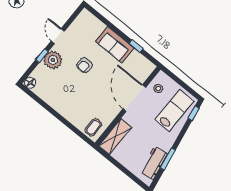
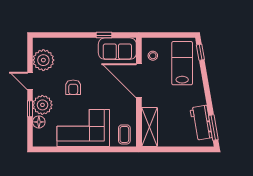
plant: (79, 29) -> (43, 60), added
sofa: (115, 45) -> (117, 49), moved
floor lamp: (30, 83) -> (39, 122), moved
corner sofa: (68, 99) -> (83, 128), added
window: (168, 159) -> (213, 128), moved

